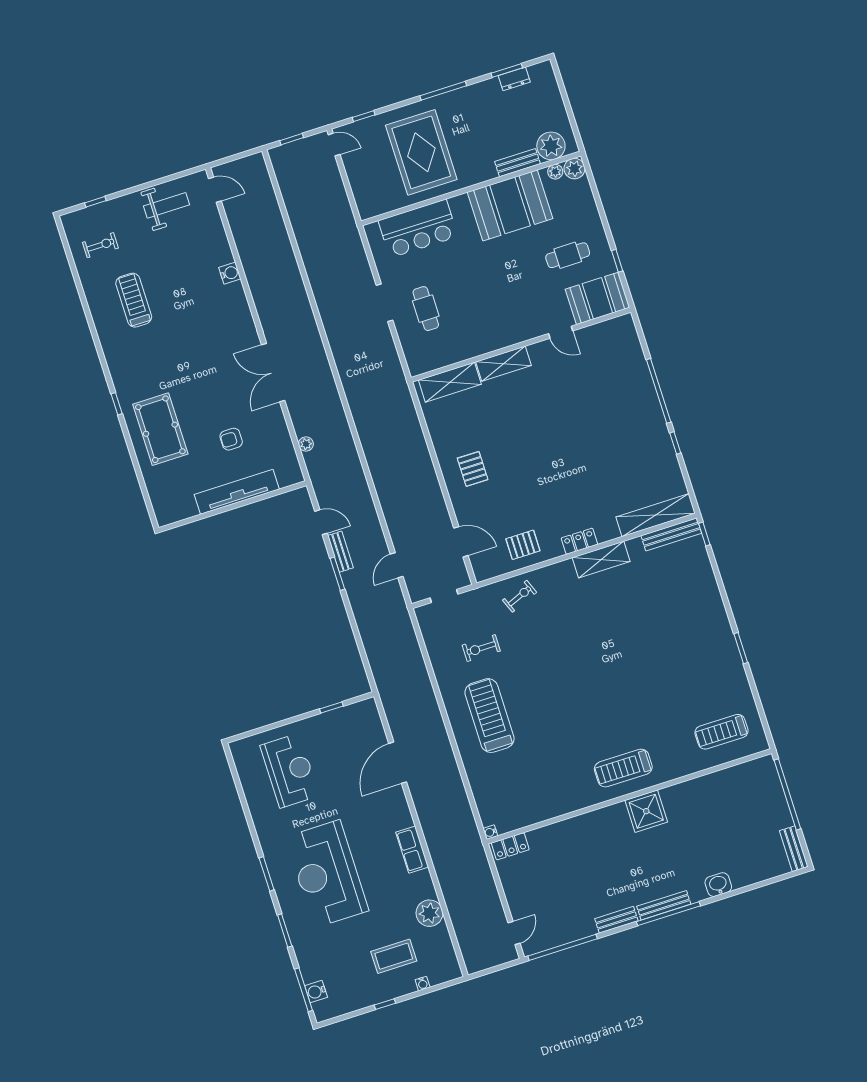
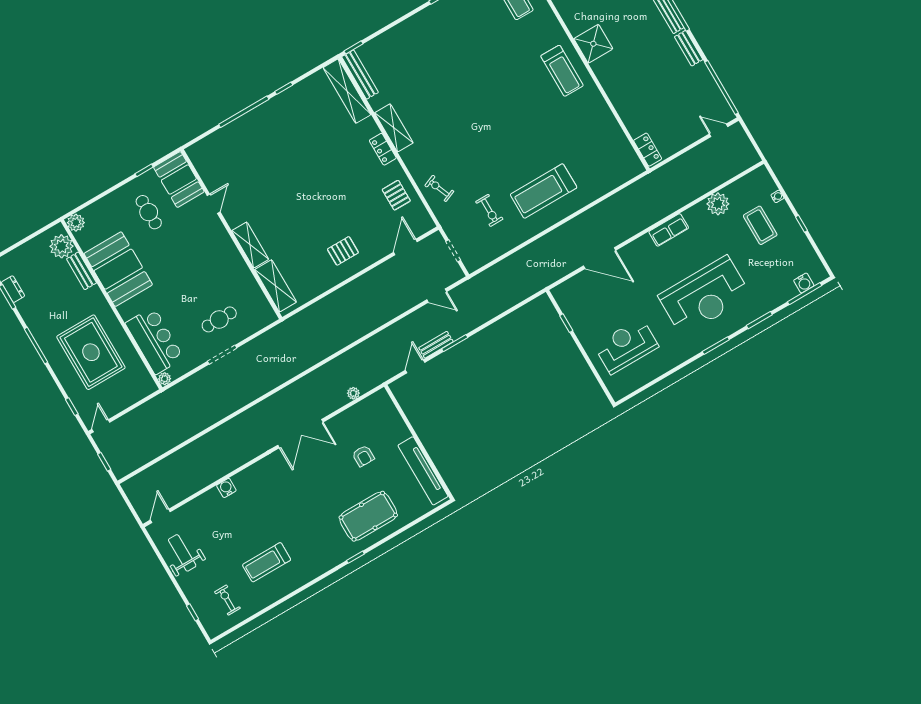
rug: (421, 152) -> (91, 352), turned 90
plant: (555, 172) -> (165, 379), moved
tv unit: (237, 492) -> (423, 471), moved
water cooler: (490, 832) -> (640, 169), removed

